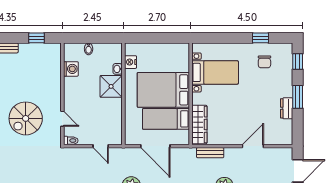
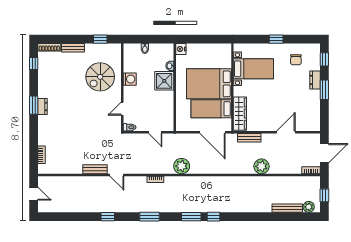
window: (260, 38) -> (276, 39), moved
nightstand: (130, 62) -> (181, 49), moved
washing machine: (71, 69) -> (130, 79), moved
dresser: (287, 108) -> (315, 80), moved
spiral stairs: (26, 118) -> (100, 77), moved
door: (62, 119) -> (122, 109), swing flipped
door: (155, 146) -> (212, 132), moved

